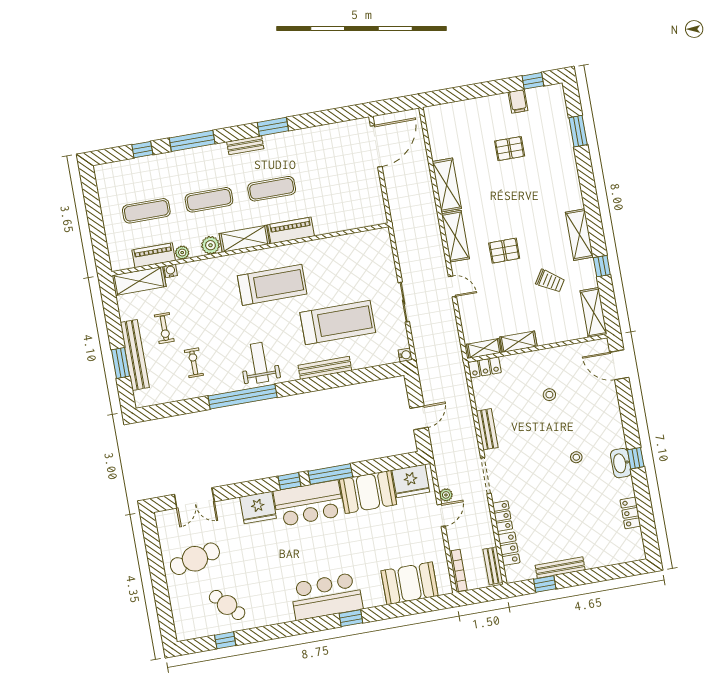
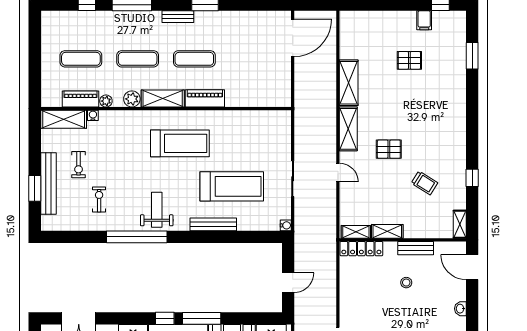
shelving: (579, 235) -> (457, 147), removed
shelving: (594, 312) -> (460, 224), width x0.67, depth x0.75
locker: (485, 367) -> (361, 249), width x1.53
washbasin: (614, 413) -> (460, 309), added
bench: (487, 429) -> (416, 248), moved, turned 90

